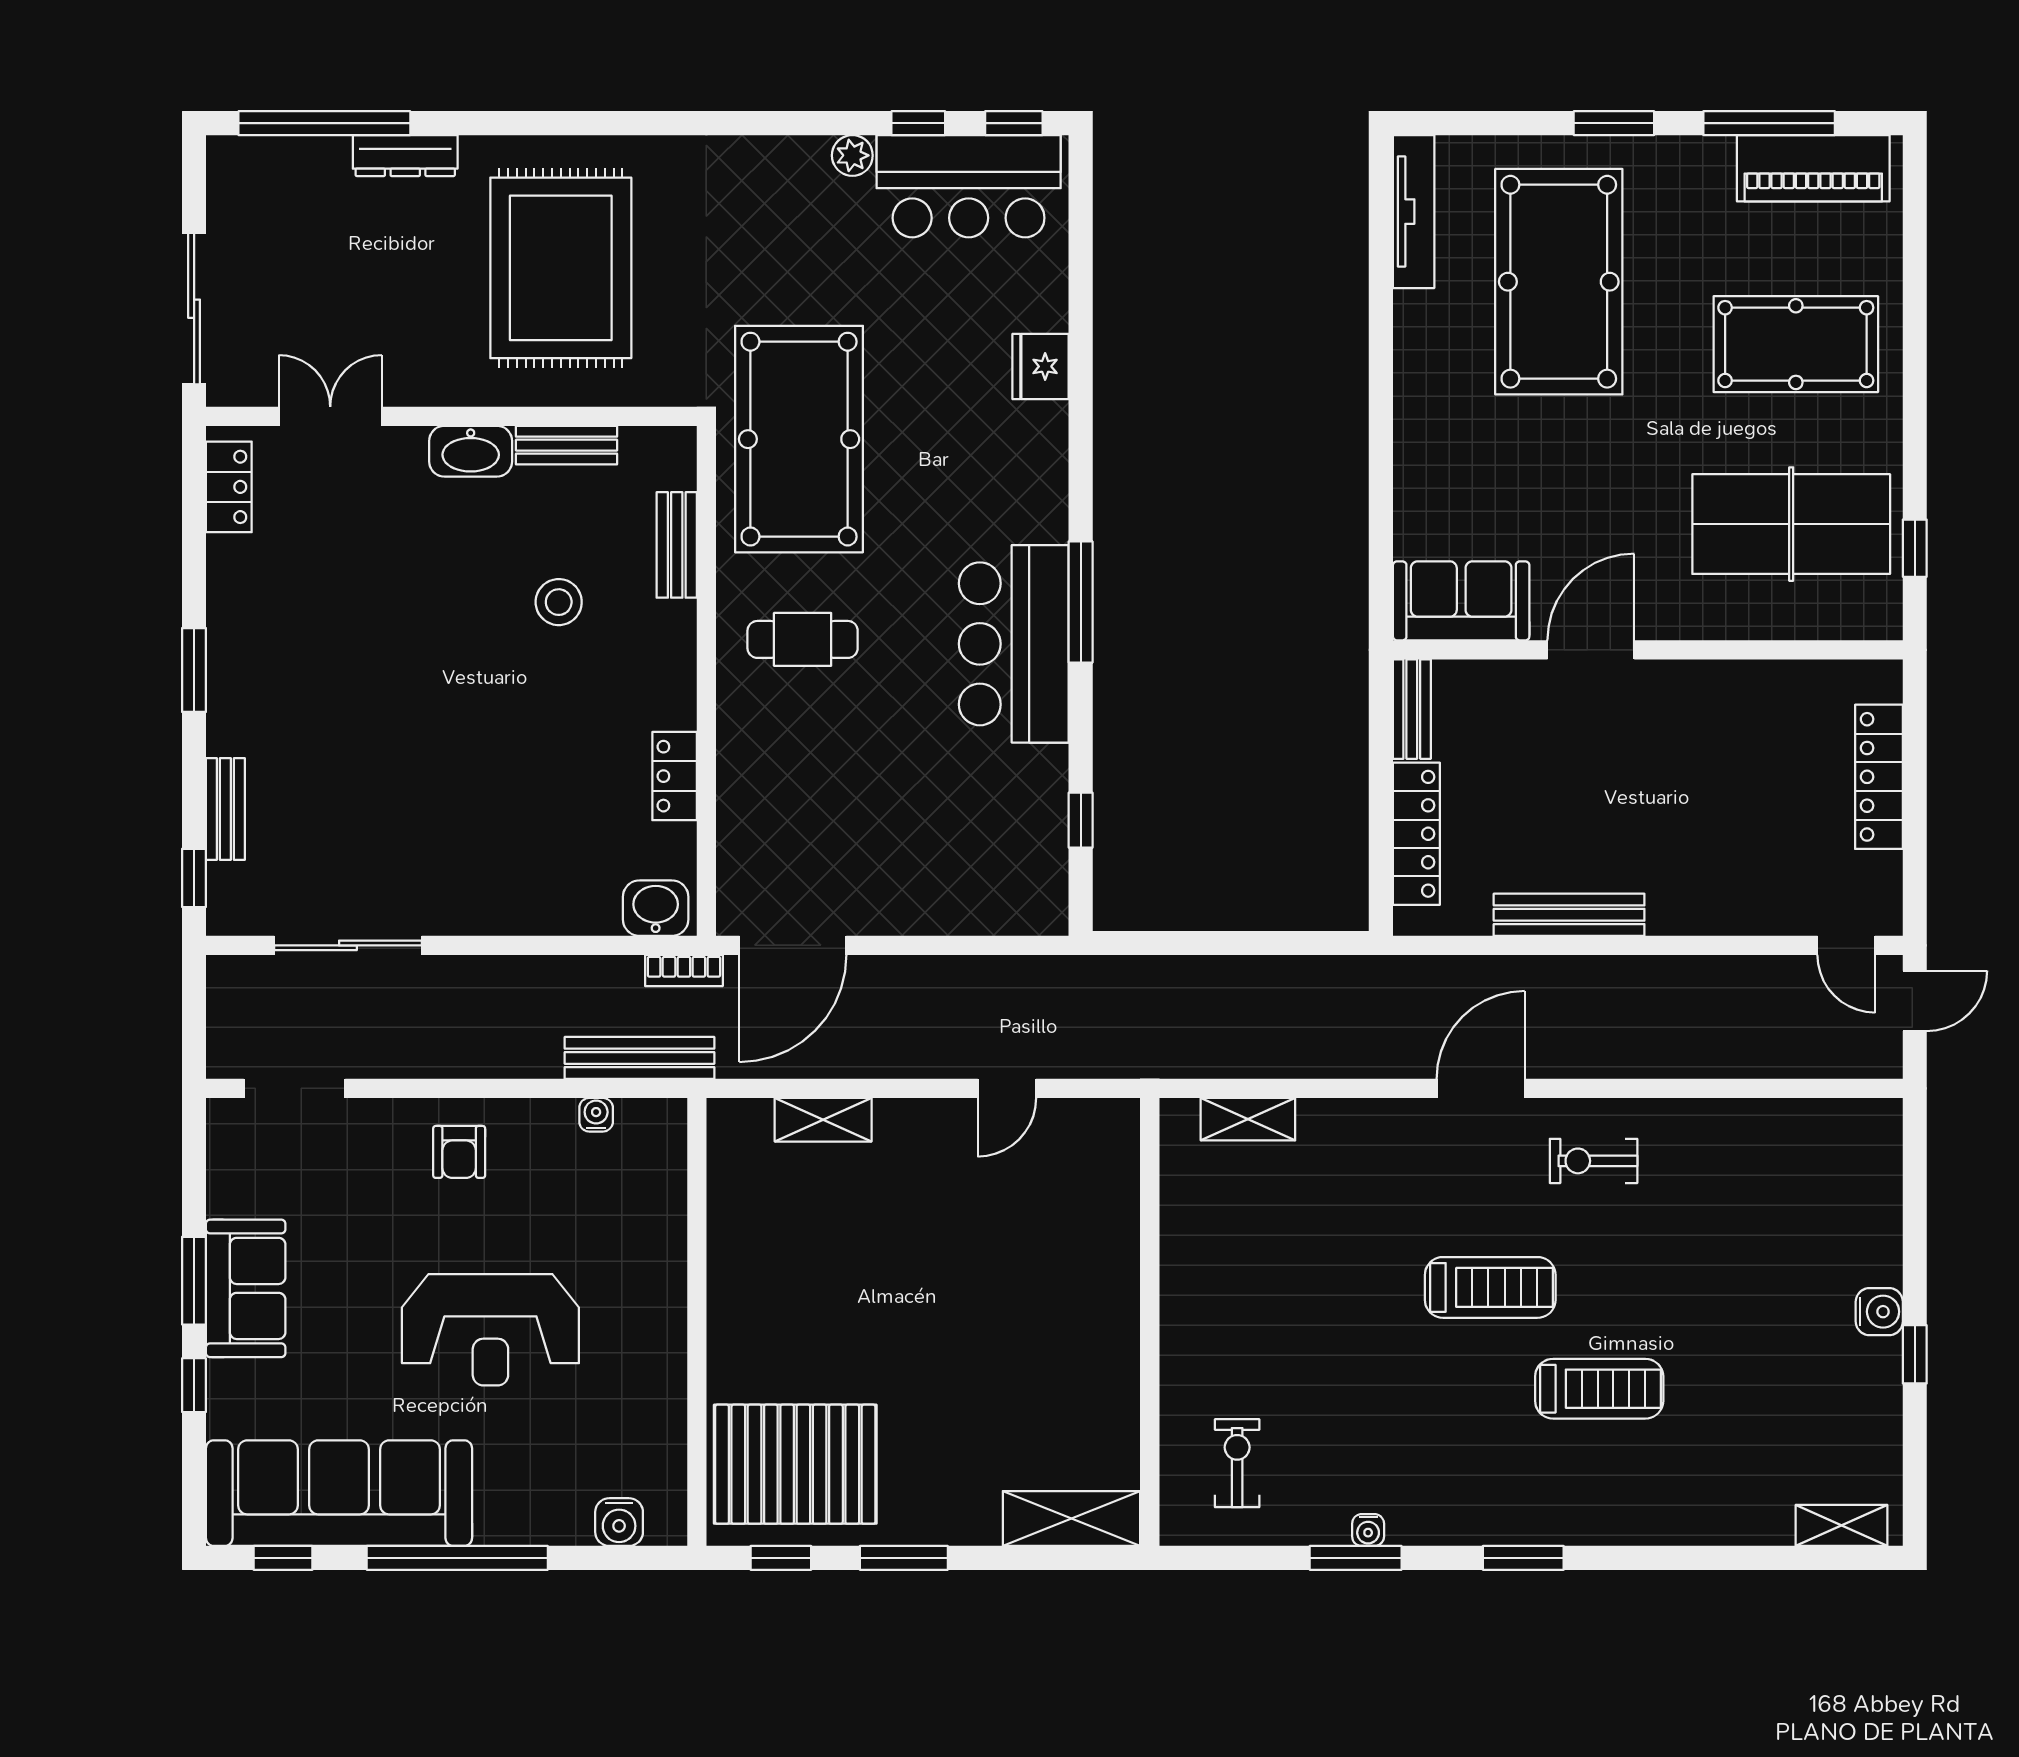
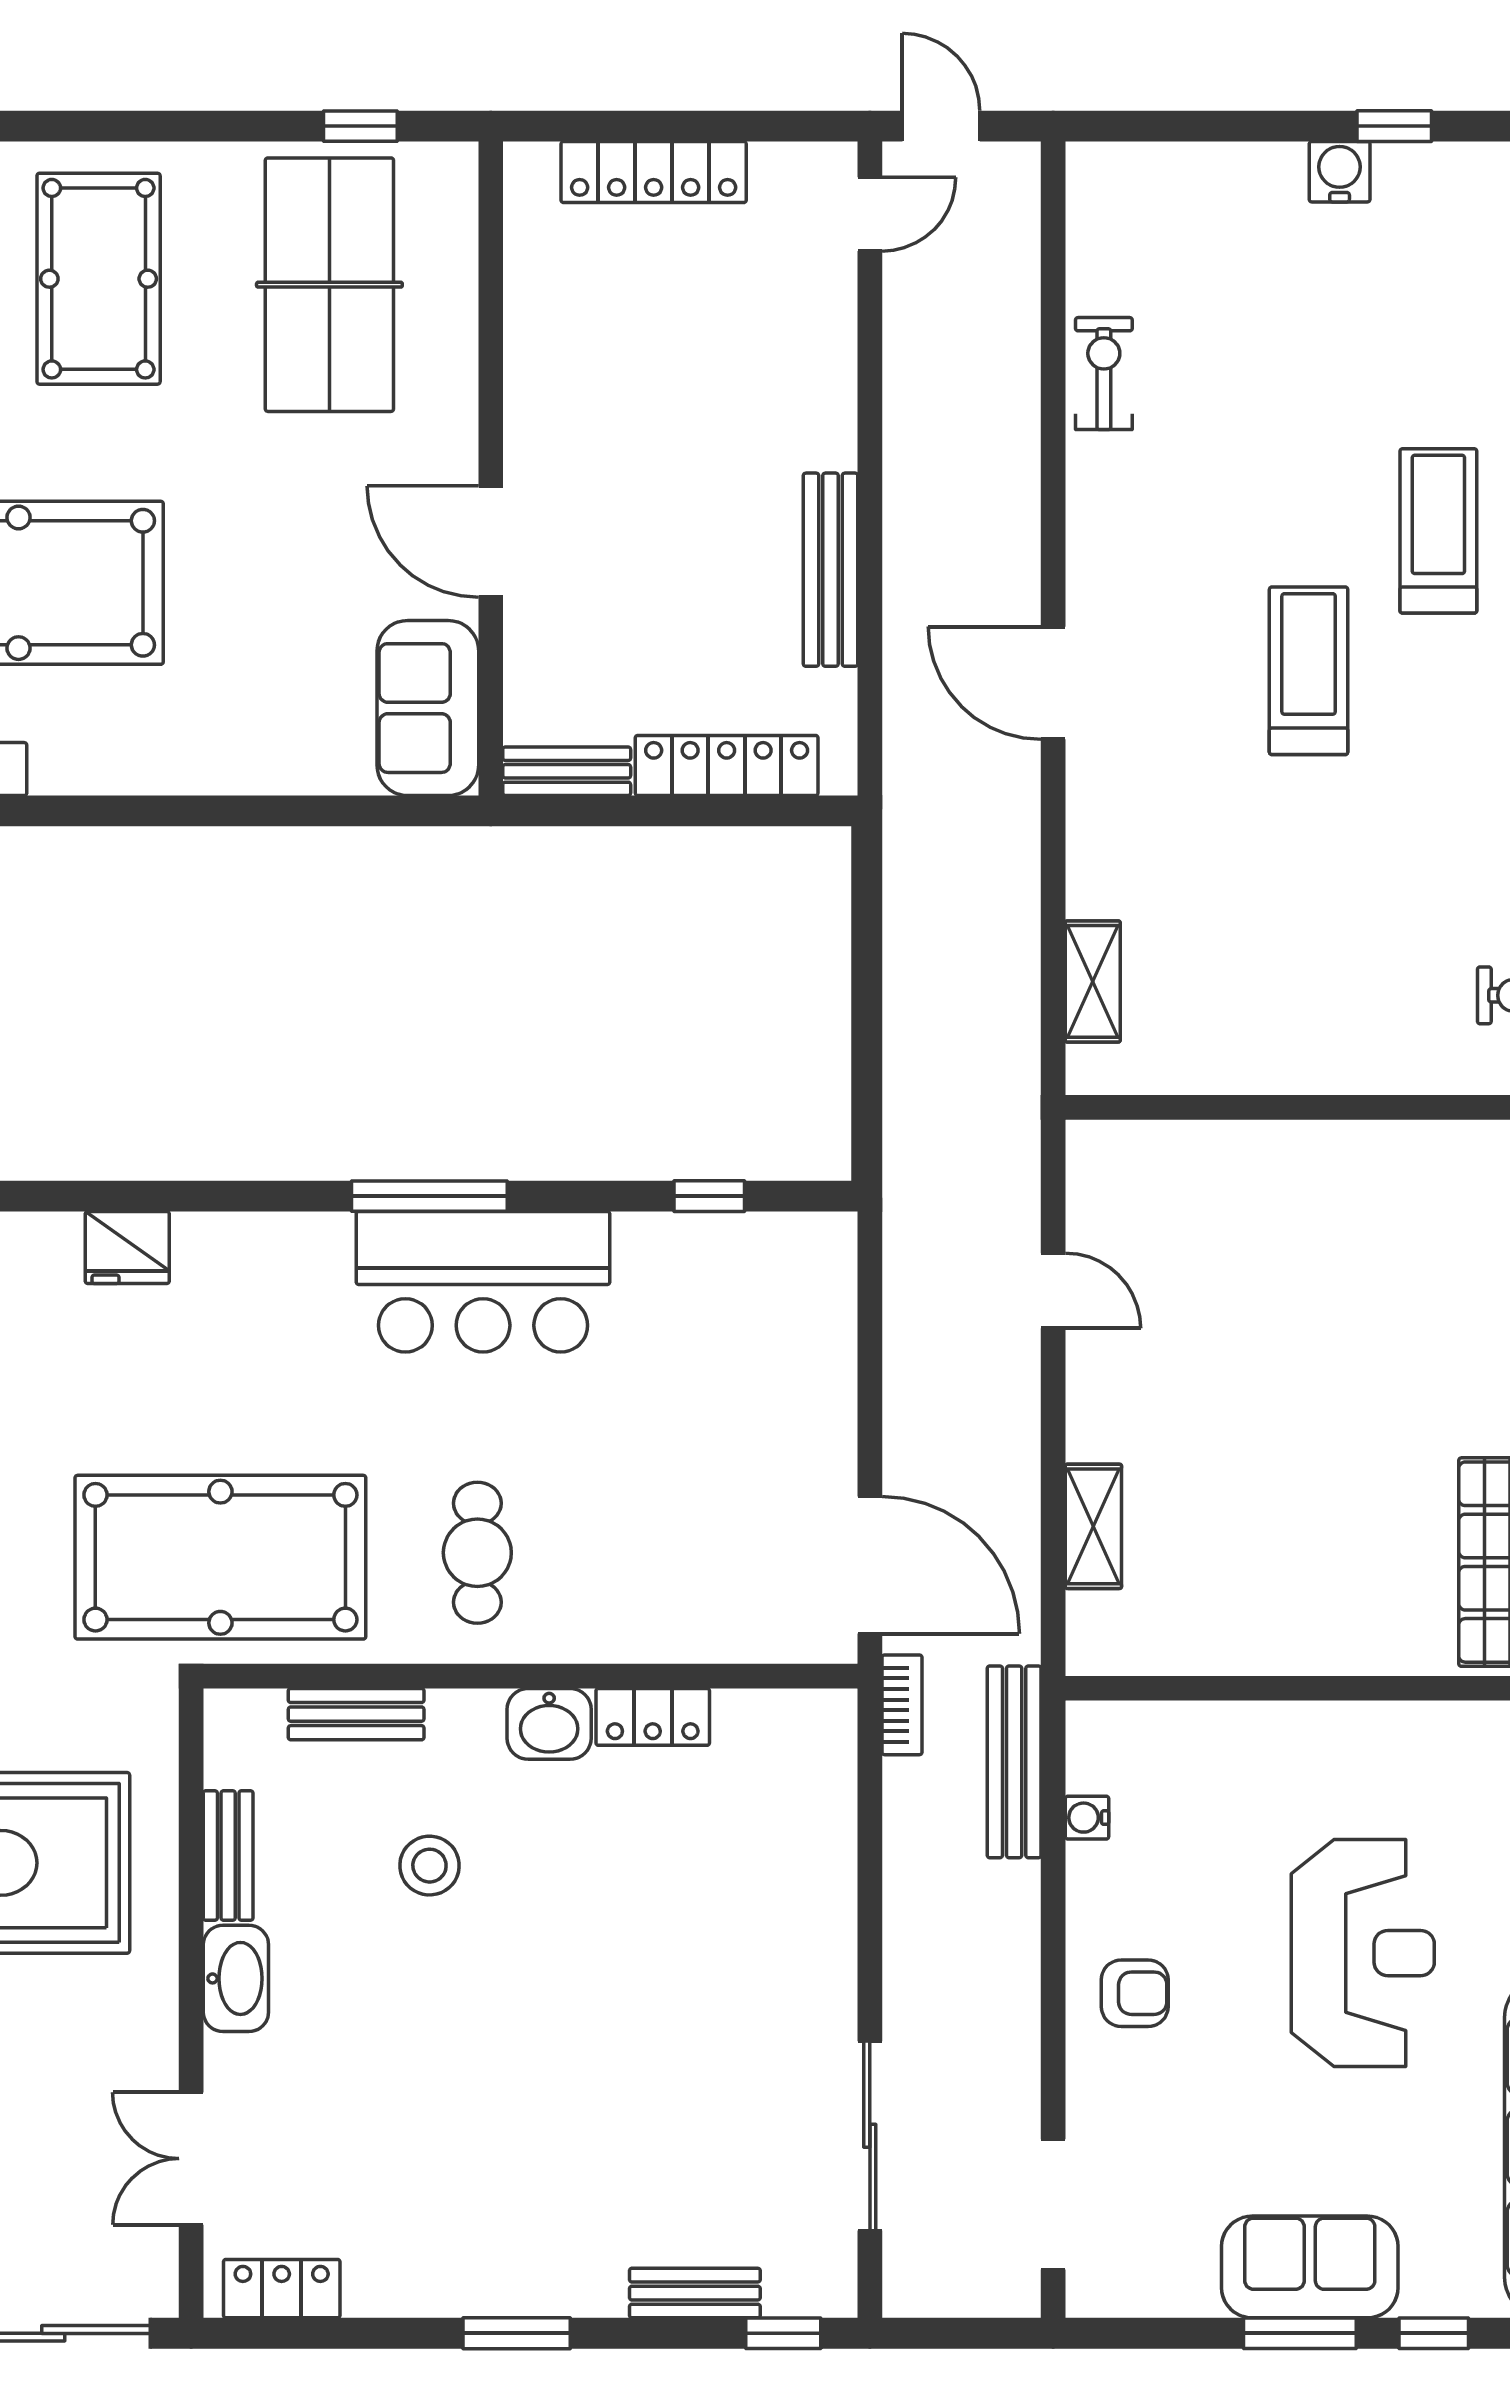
washbasin: (656, 908) -> (549, 1724), moved, turned -90
exercise bike: (1594, 1161) -> (1104, 374), moved, turned 180

